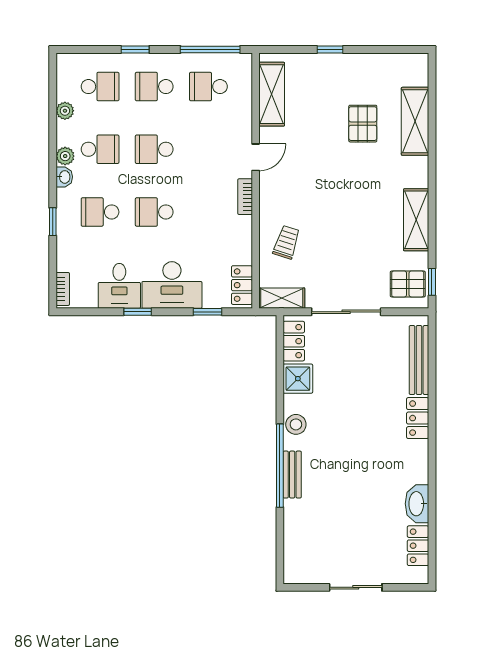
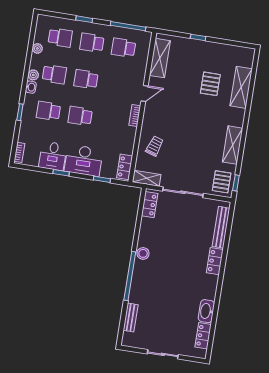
pallet: (408, 284) -> (222, 182), turned 90
shower: (298, 379) -> (148, 227), removed
bench: (292, 475) -> (131, 317), moved

